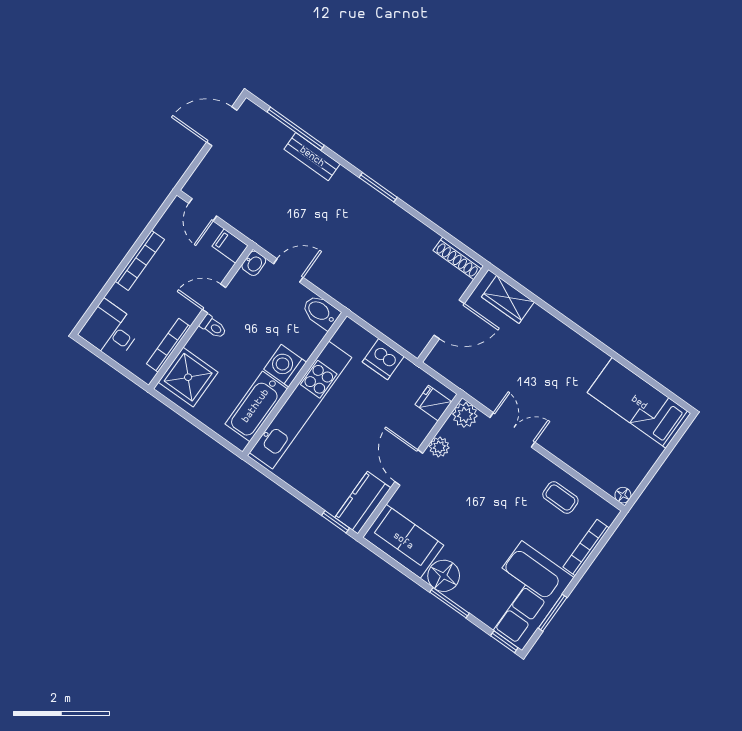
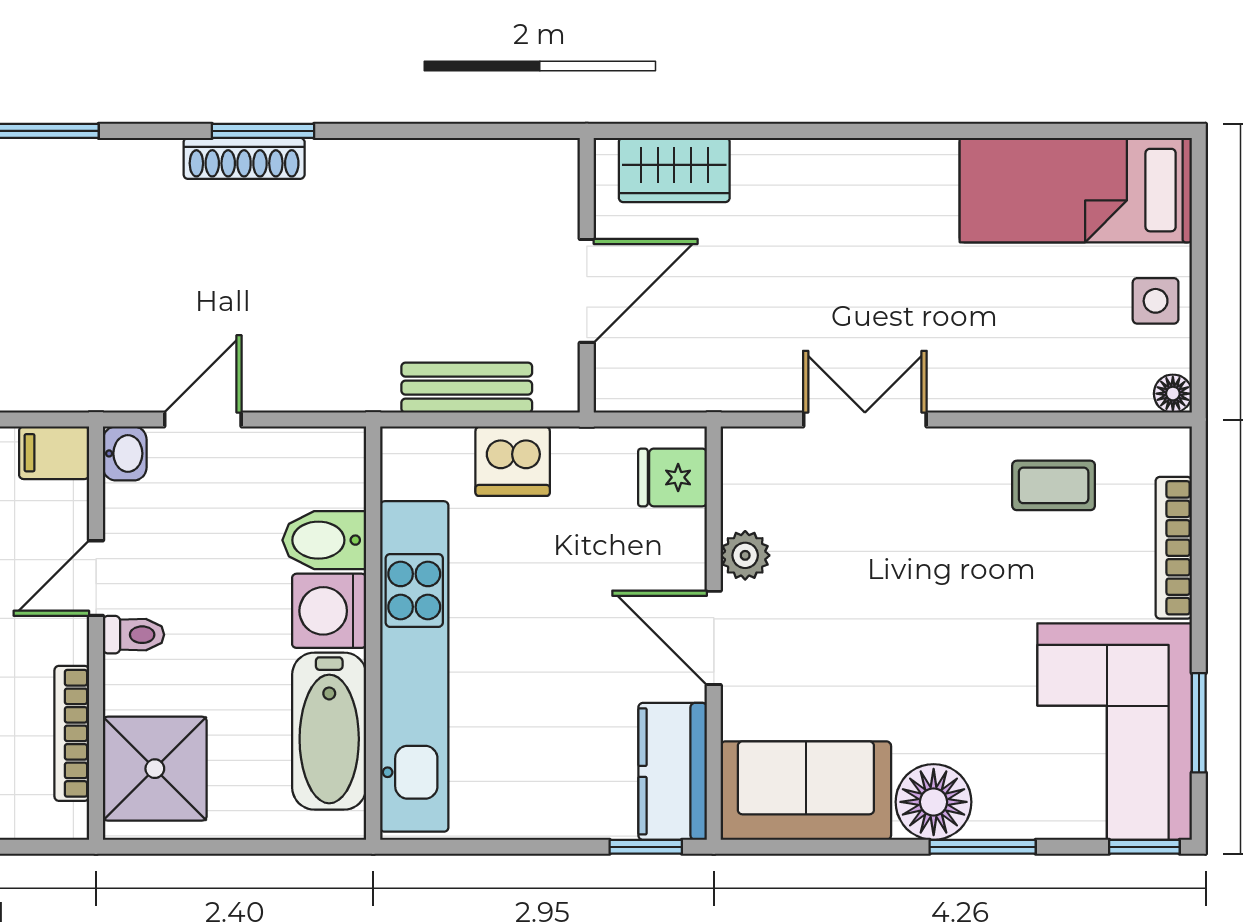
bench: (312, 157) -> (467, 388), moved
shoe rack: (458, 258) -> (244, 158), moved
bidet: (321, 312) -> (324, 540), moved
plant: (465, 415) -> (751, 457), removed
side table: (639, 460) -> (1156, 301), added

